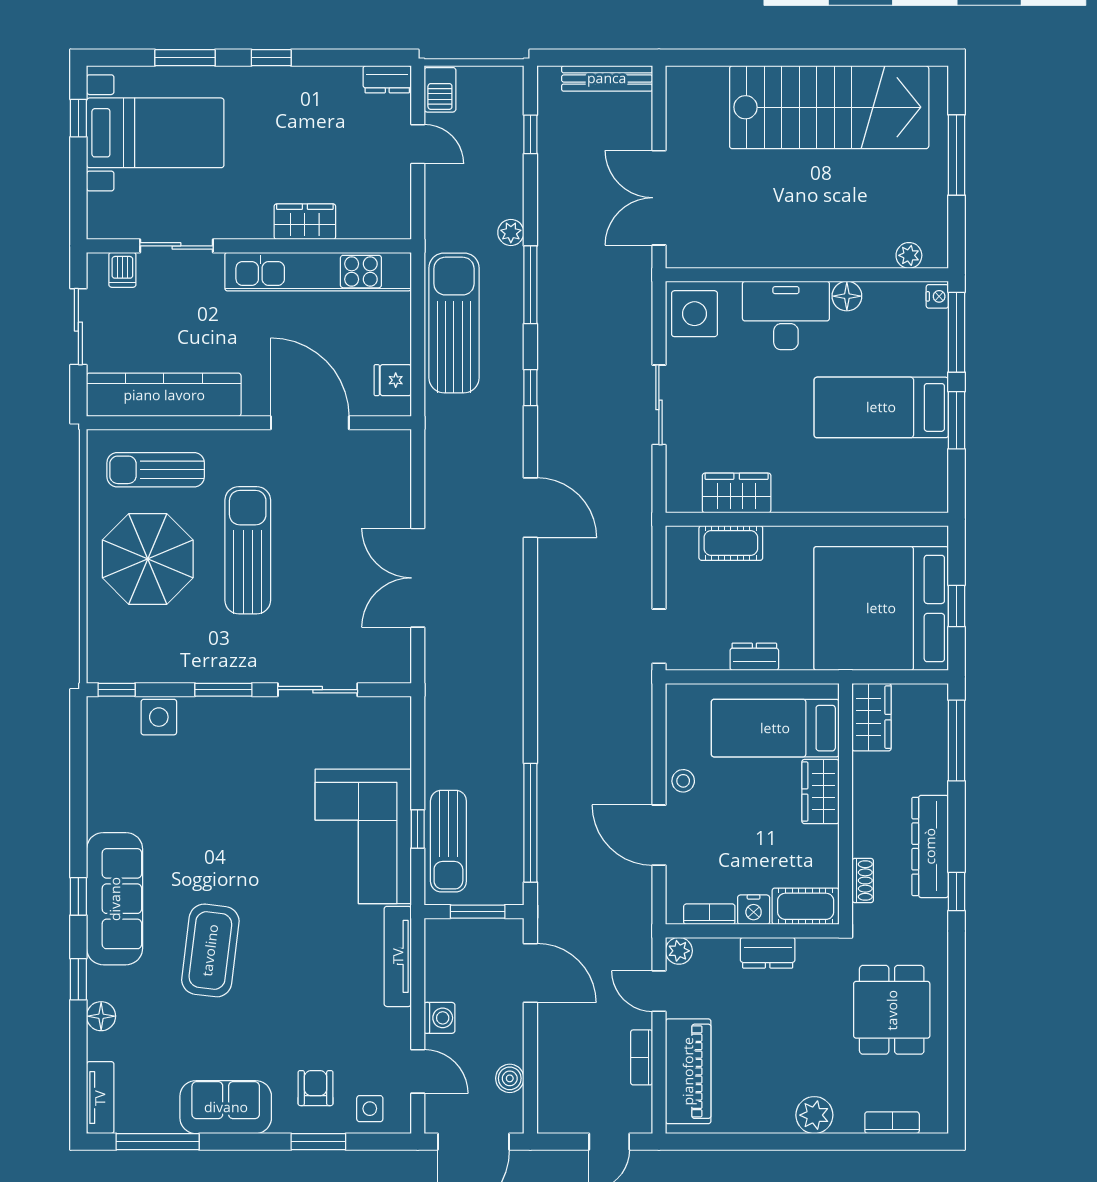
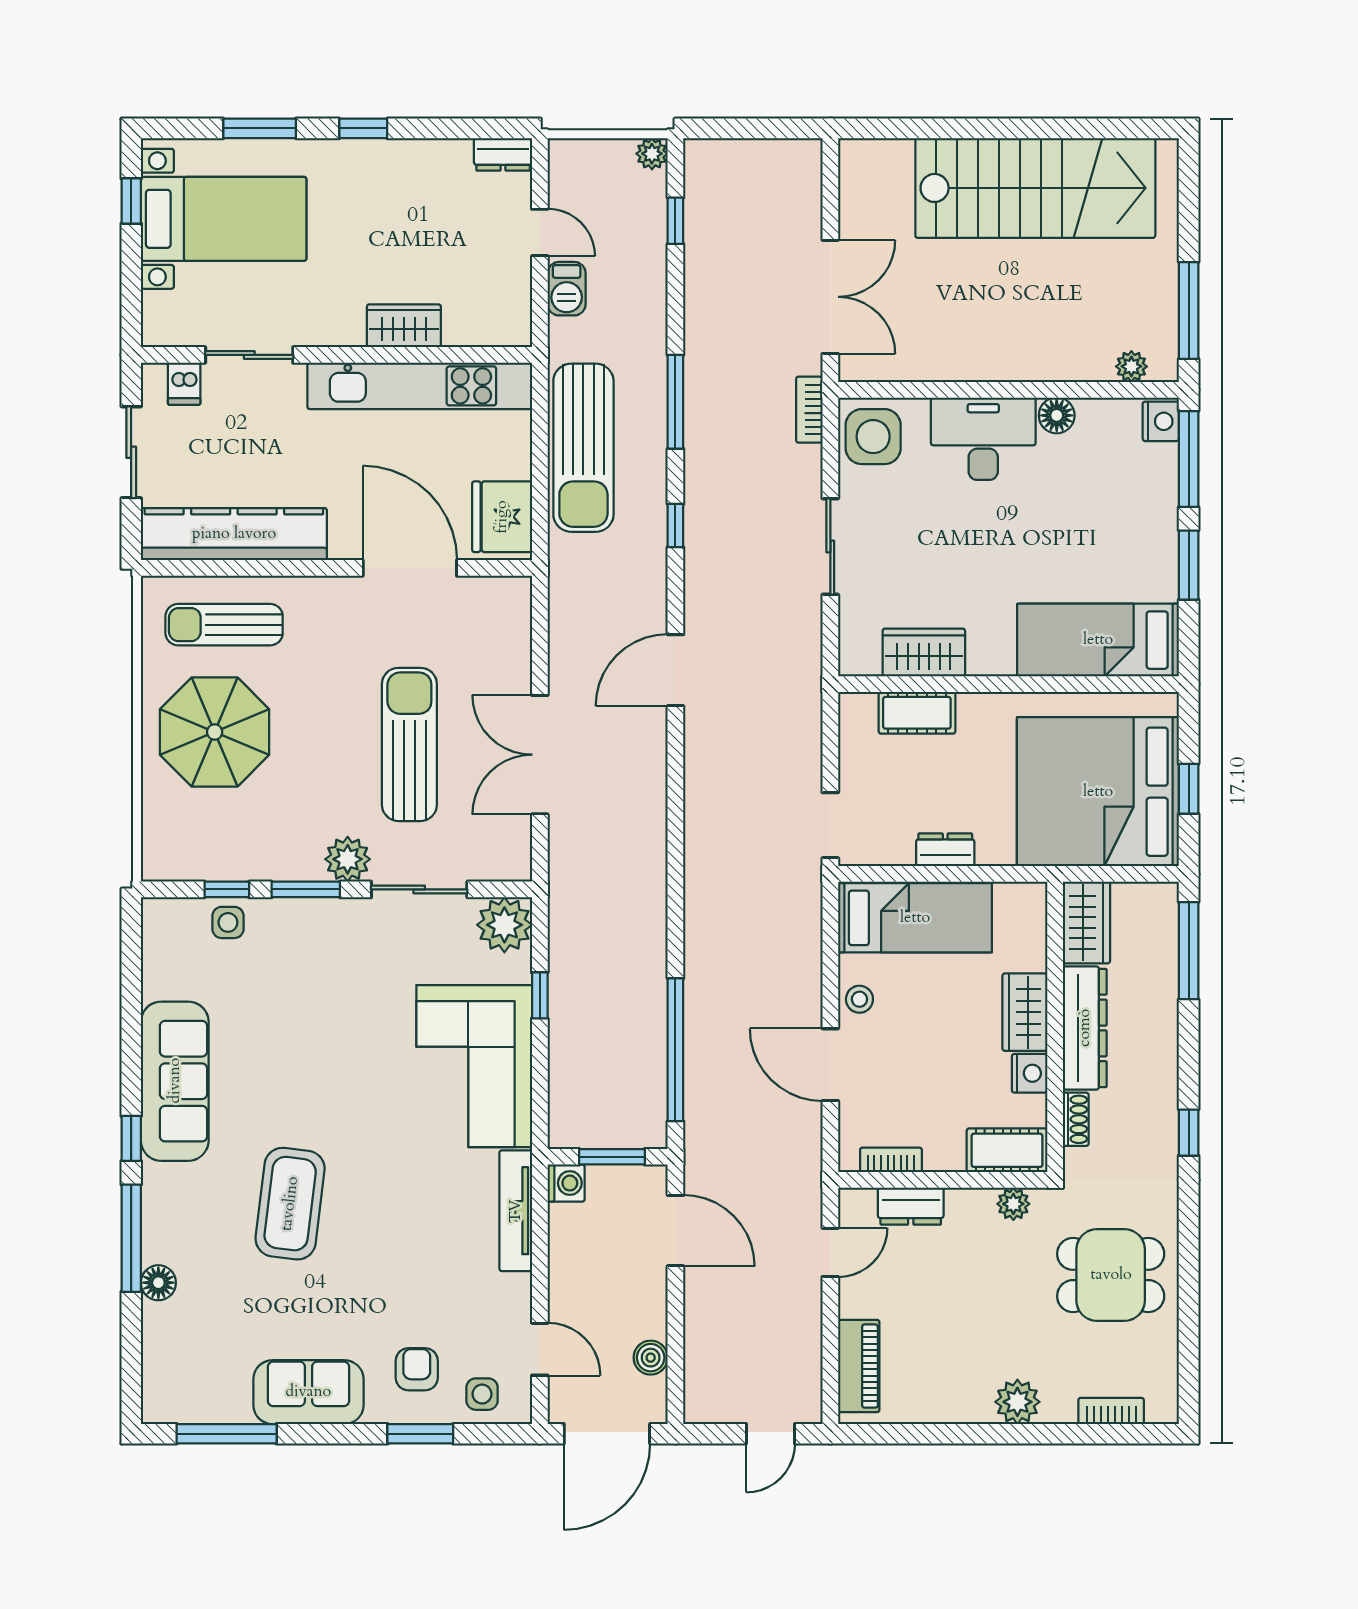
bench: (607, 78) -> (768, 153), removed
barbecue: (440, 90) -> (567, 289), moved
window: (956, 155) -> (1189, 310), moved
double door: (659, 198) -> (830, 297), swing flipped
plant: (511, 232) -> (652, 154), moved
nightstand: (937, 296) -> (1161, 421), width x1.39, depth x1.35
sun lounger: (454, 323) -> (583, 448), turned 180
fridge: (393, 380) -> (502, 517), width x1.88, depth x1.34
bed: (881, 407) -> (1098, 640), moved
door: (530, 508) -> (675, 670), swing flipped
sun lounger: (248, 550) -> (409, 744), moved
plant: (258, 665) -> (348, 859), added
window: (117, 690) -> (227, 889), moved
side table: (159, 717) -> (228, 922), width x0.73, depth x0.73
plant: (388, 719) -> (504, 925), added
bed: (775, 728) -> (915, 918), moved, turned 180
window: (418, 829) -> (540, 995), moved
sun lounger: (448, 841) -> (577, 1072), removed
dresser: (930, 846) -> (1085, 1028), moved, turned 180
sofa: (115, 899) -> (175, 1081), moved
nightstand: (754, 910) -> (1030, 1073), moved, turned -90
plant: (679, 951) -> (1013, 1204), moved
dresser: (768, 953) -> (911, 1206), moved
window: (78, 979) -> (131, 1238), width x2.17
door: (659, 991) -> (830, 1252), swing flipped
dining table: (892, 1010) -> (1111, 1275), turned 90
washing machine: (440, 1018) -> (566, 1183), moved
bookcase: (642, 1057) -> (809, 410), moved
piano: (688, 1071) -> (859, 1366), width x0.73, depth x0.75
tv unit: (100, 1098) -> (157, 1381), removed

